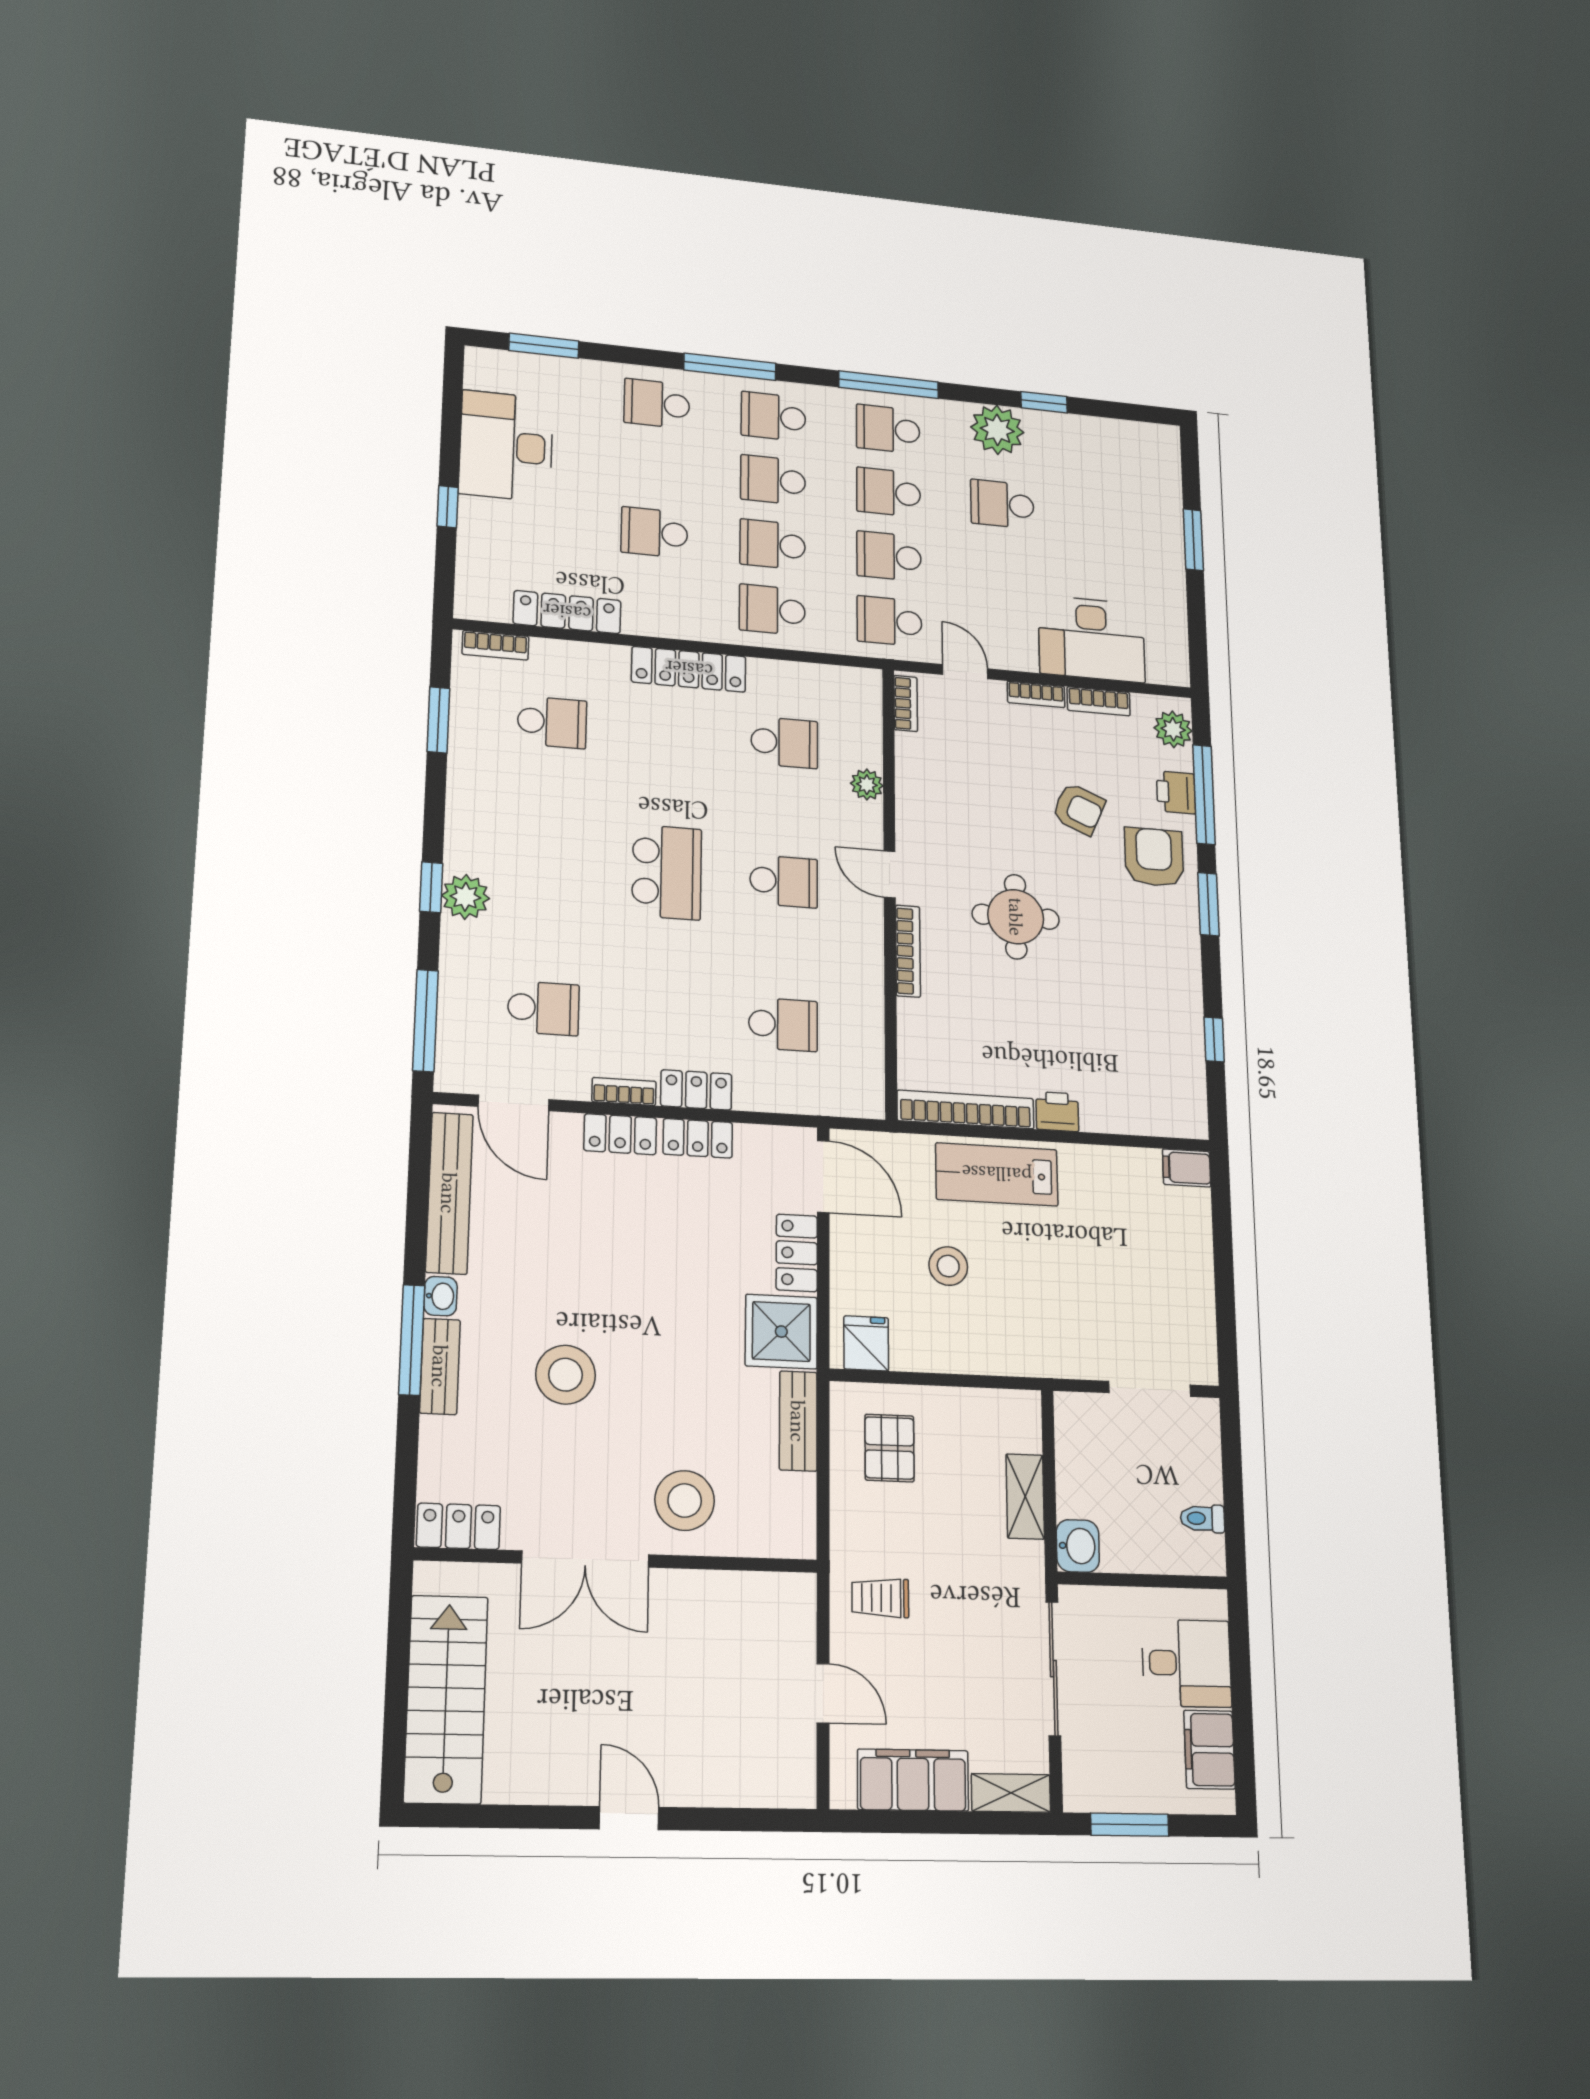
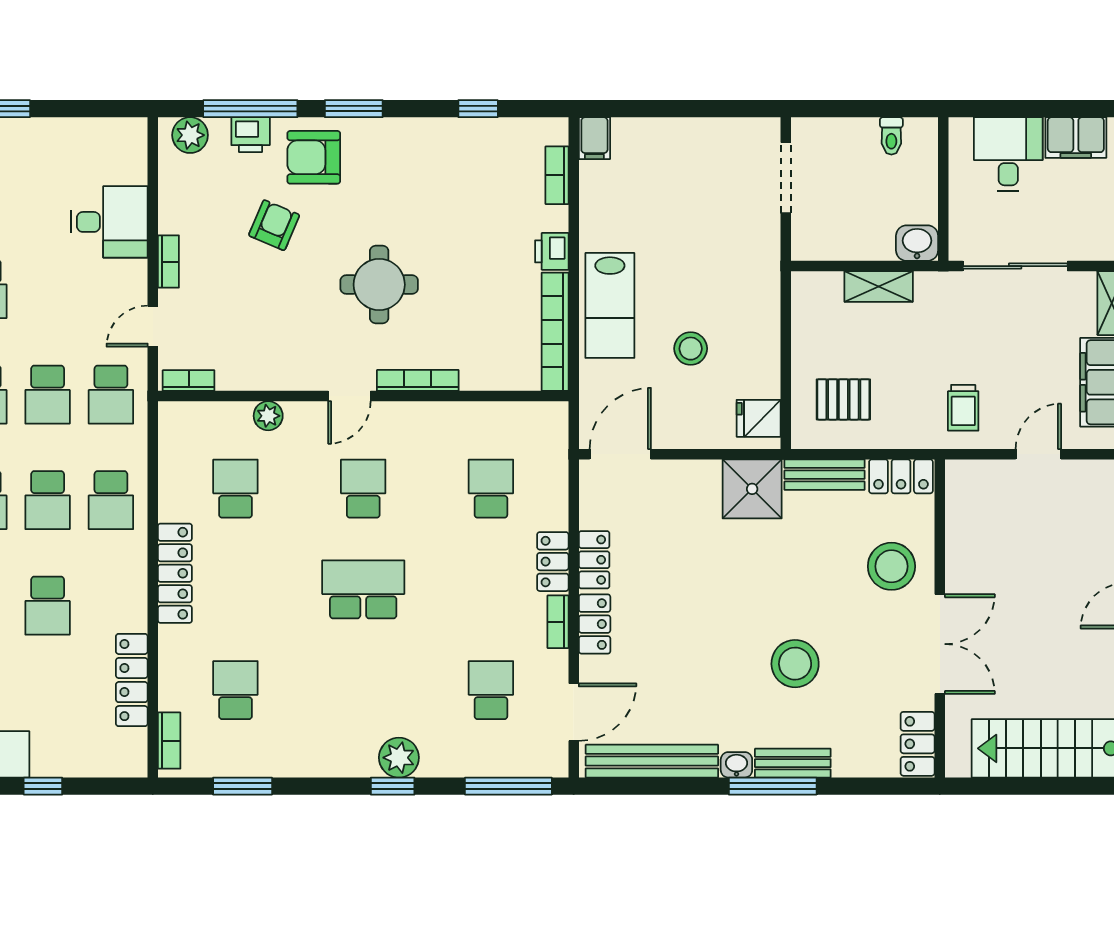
desk: (1092, 639) -> (109, 222), width x0.73
bookcase: (1099, 701) -> (557, 175), moved, turned 180
locker: (797, 1253) -> (901, 476), moved

